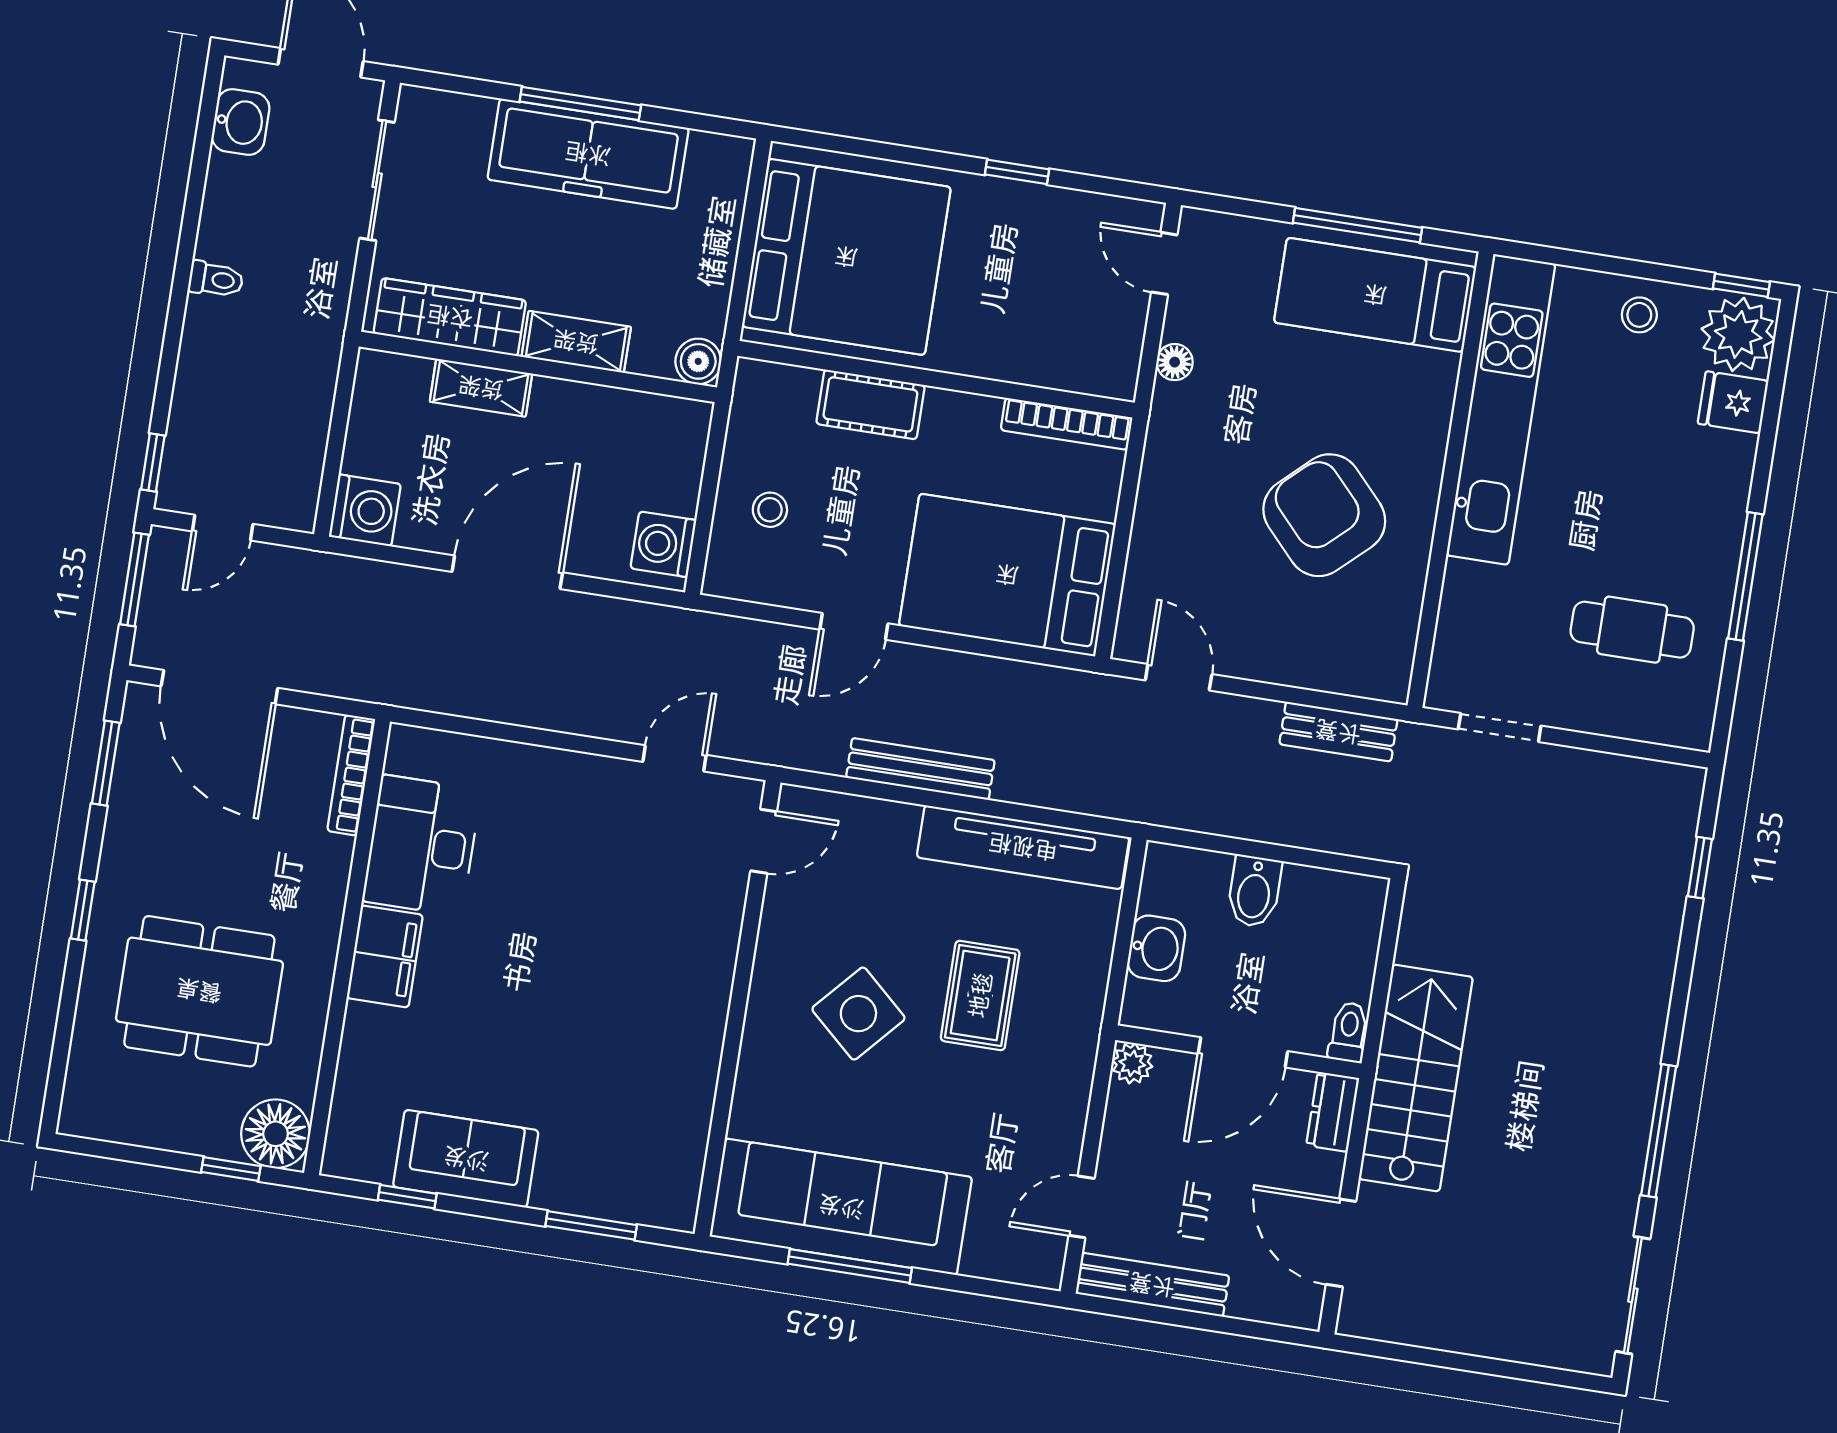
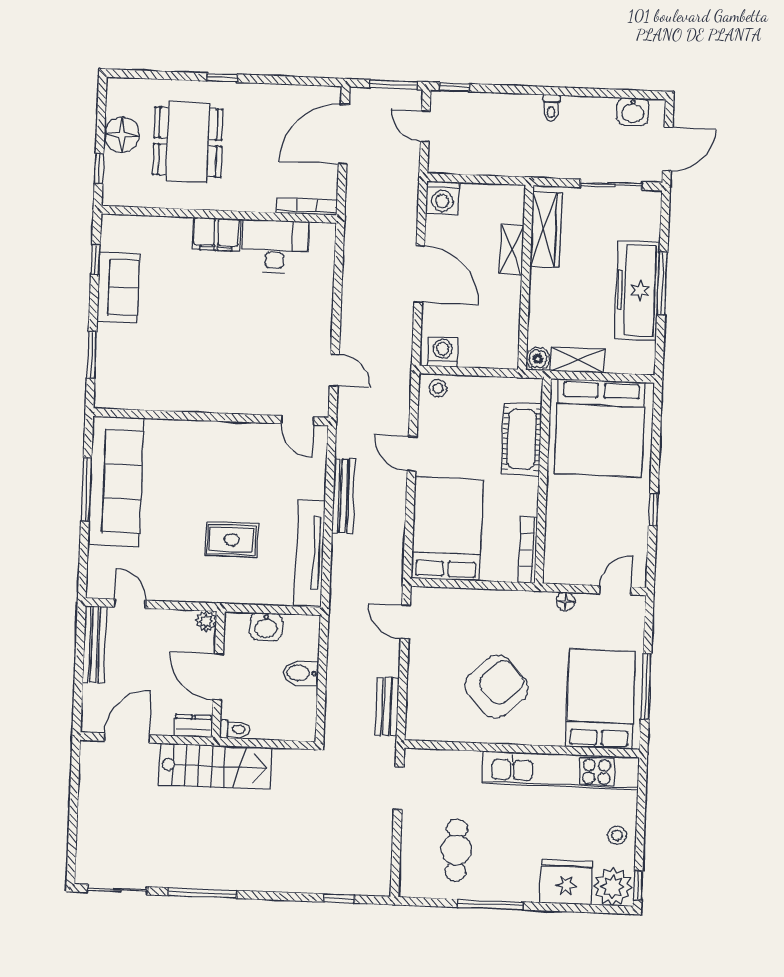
bed: (1375, 295) -> (601, 699), width x1.50
shelving: (576, 342) -> (578, 360), moved, turned 90
fridge: (1733, 402) -> (566, 882), width x1.88, depth x1.34
cot: (870, 404) -> (522, 439), width x1.37, depth x1.34
stool: (770, 510) -> (438, 388), moved
door: (1179, 677) -> (405, 622), swing flipped
window: (106, 763) -> (298, 81), removed
side table: (858, 1014) -> (215, 479), removed
floor lamp: (276, 1134) -> (122, 135), moved

